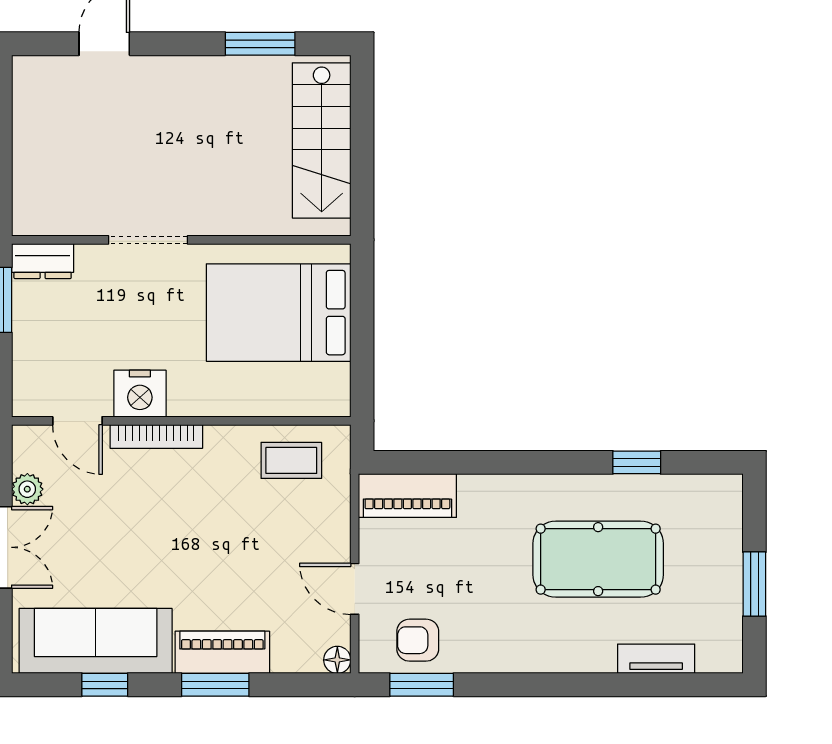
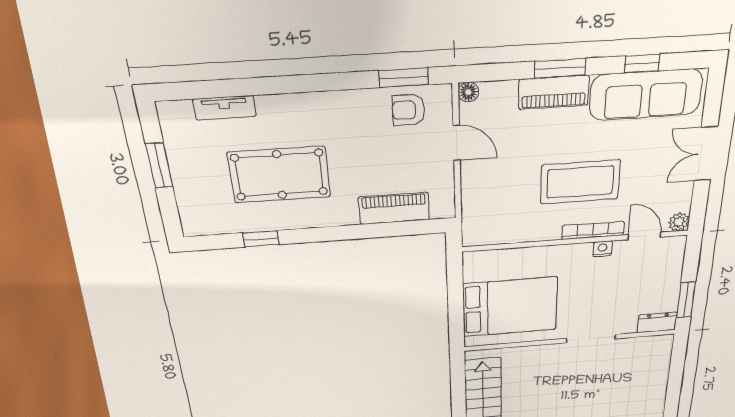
nightstand: (140, 394) -> (603, 249), width x0.53, depth x0.56
coffee table: (291, 460) -> (580, 182), moved, width x1.86, depth x1.72
plant: (27, 489) -> (679, 222), moved
piano: (407, 496) -> (394, 208), moved
armchair: (418, 640) -> (408, 110), turned 180

